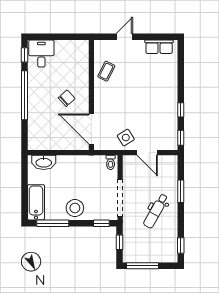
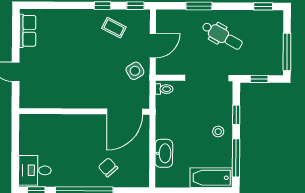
coffee table: (106, 71) -> (114, 28), moved
chair: (67, 98) -> (108, 167), moved
washbasin: (44, 162) -> (164, 153), moved
stool: (75, 208) -> (218, 132), width x0.53, depth x0.53
window: (101, 223) -> (236, 115), moved

